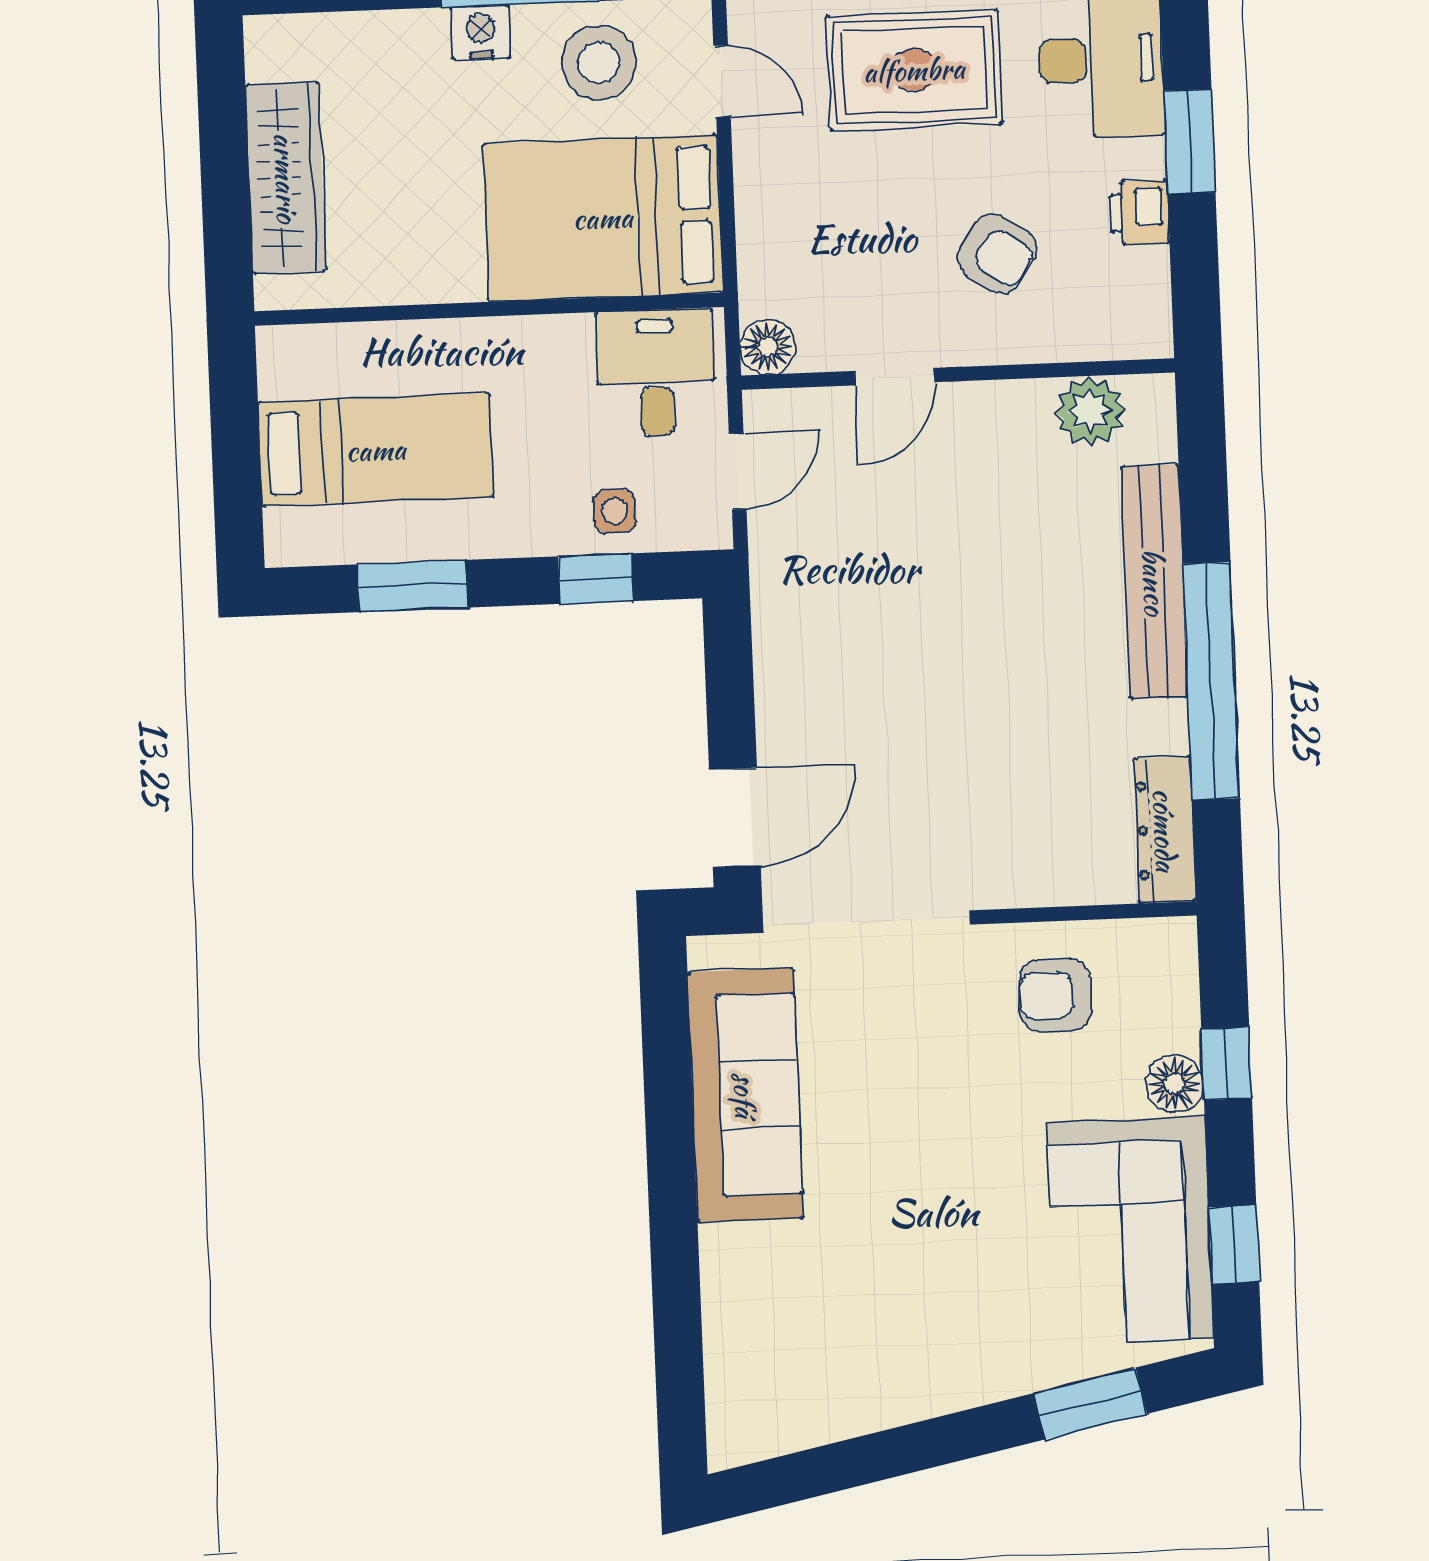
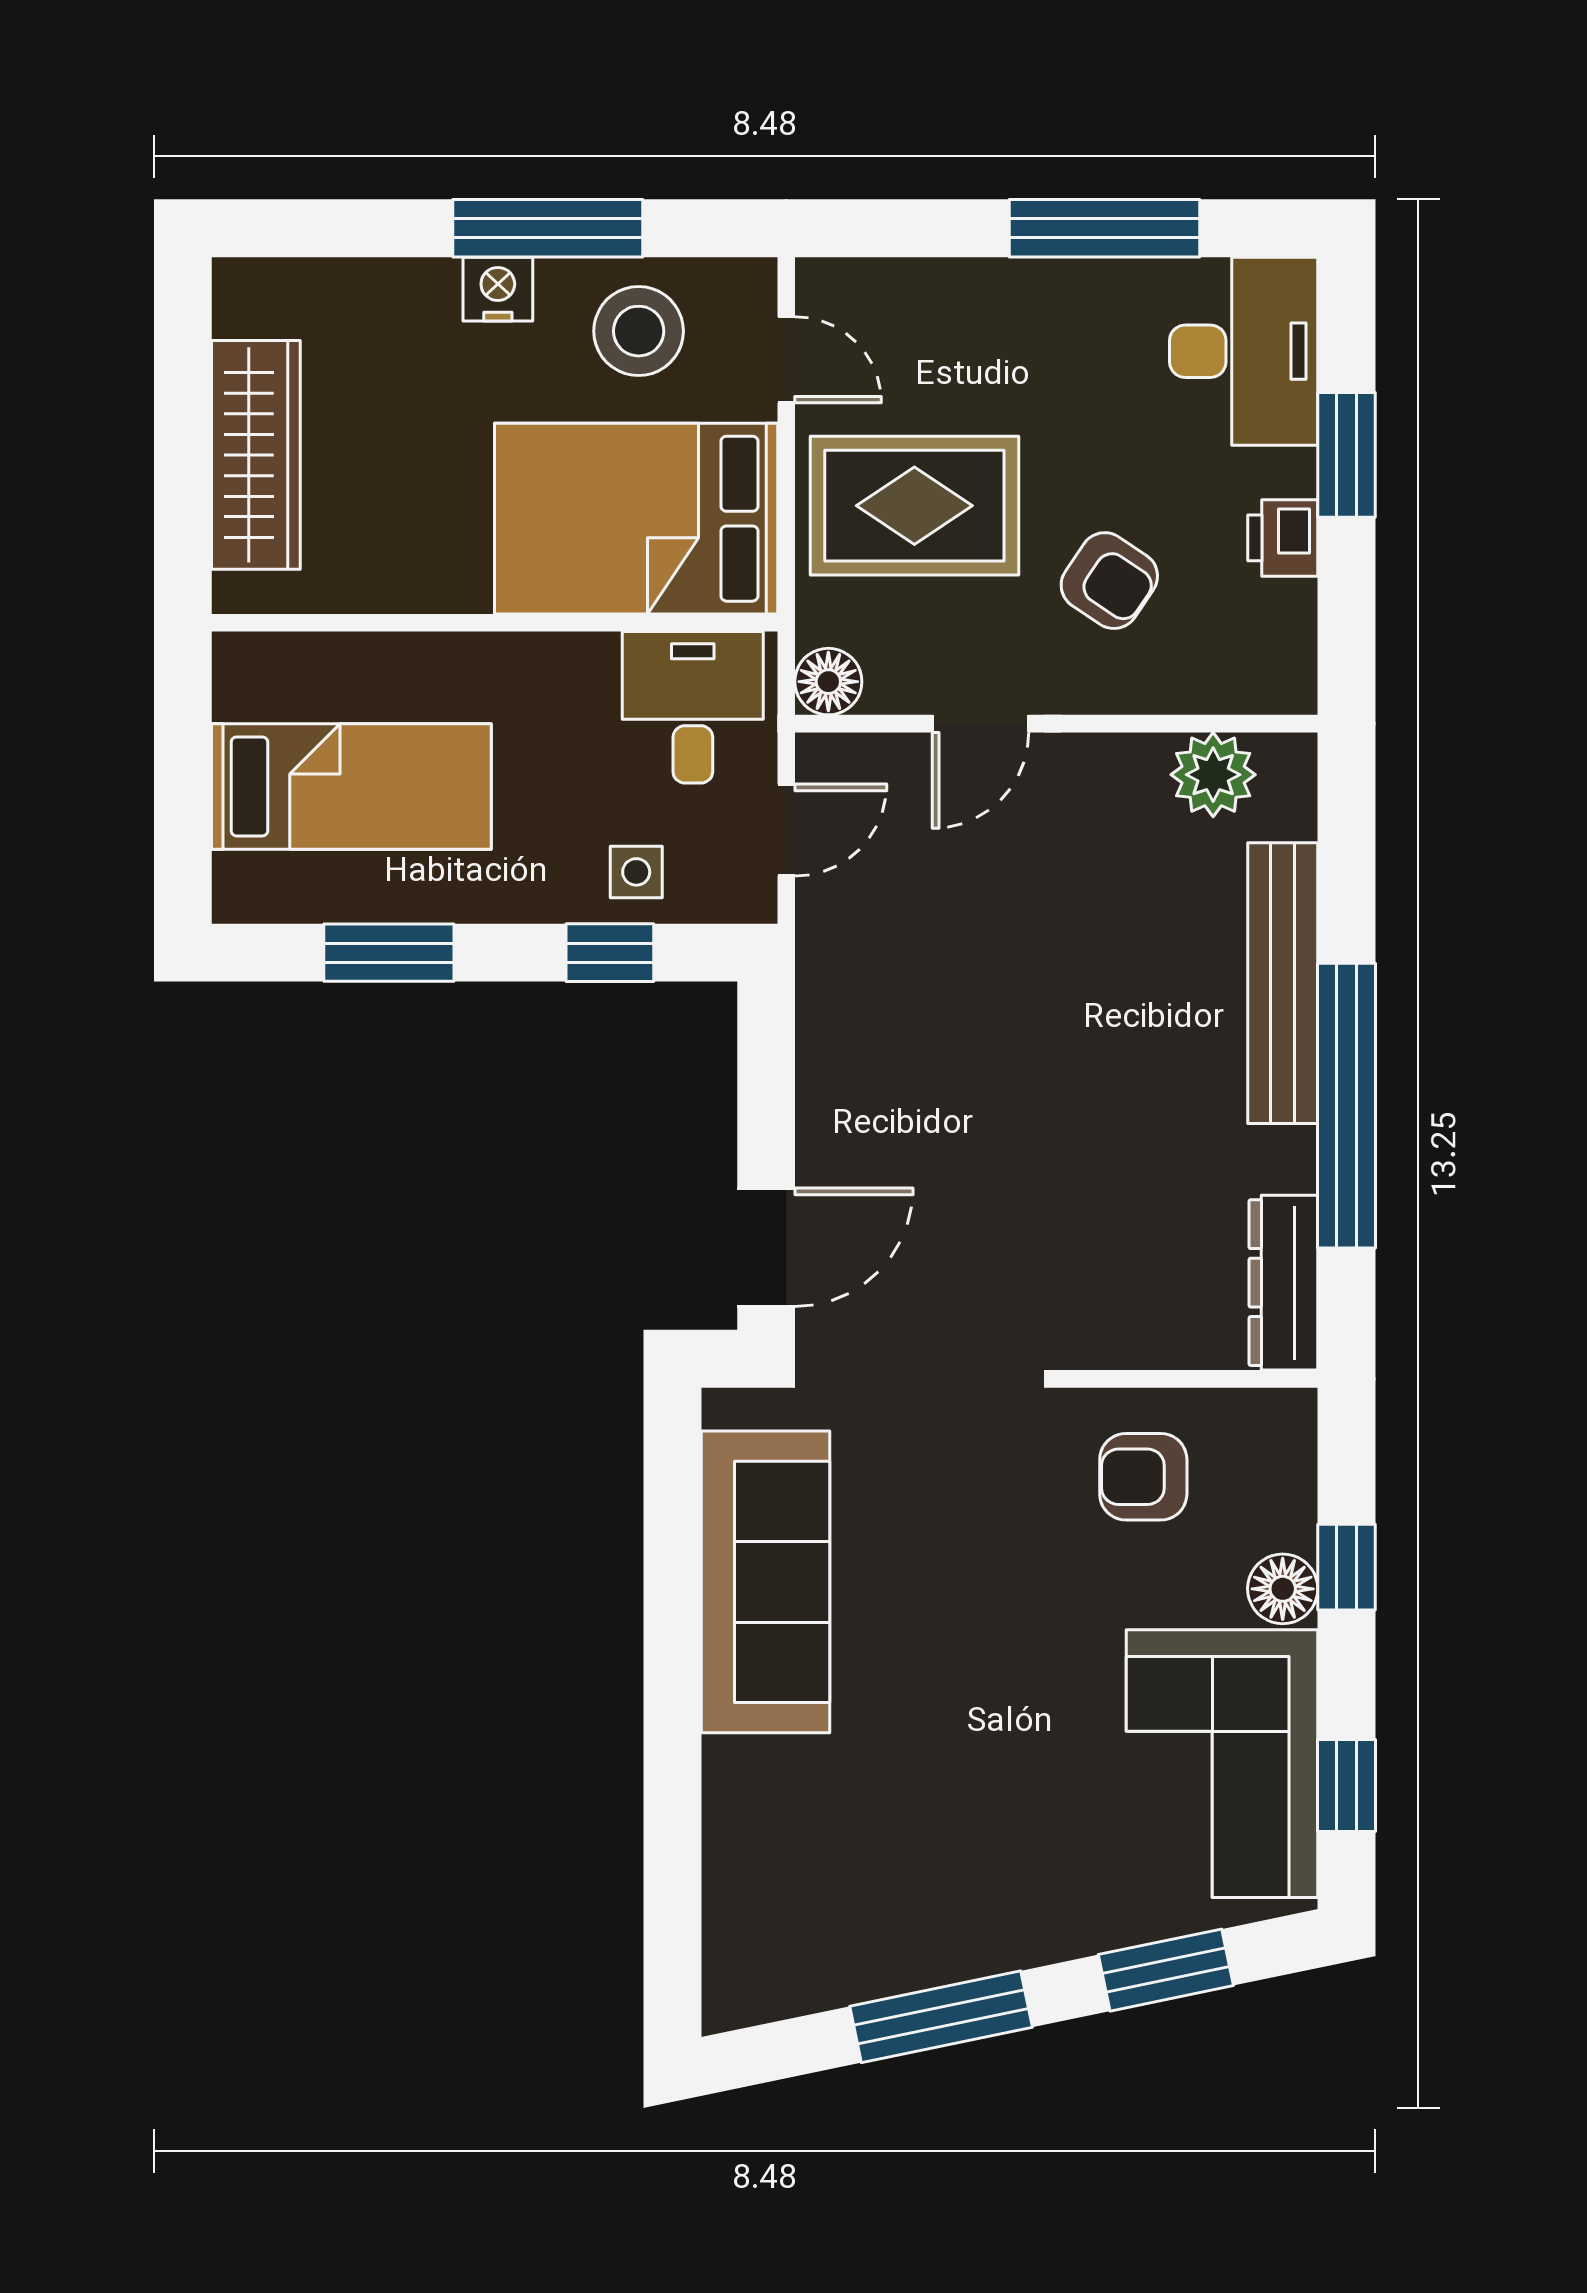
rug: (914, 70) -> (914, 506), moved
window: (905, 1450) -> (941, 2017), added

